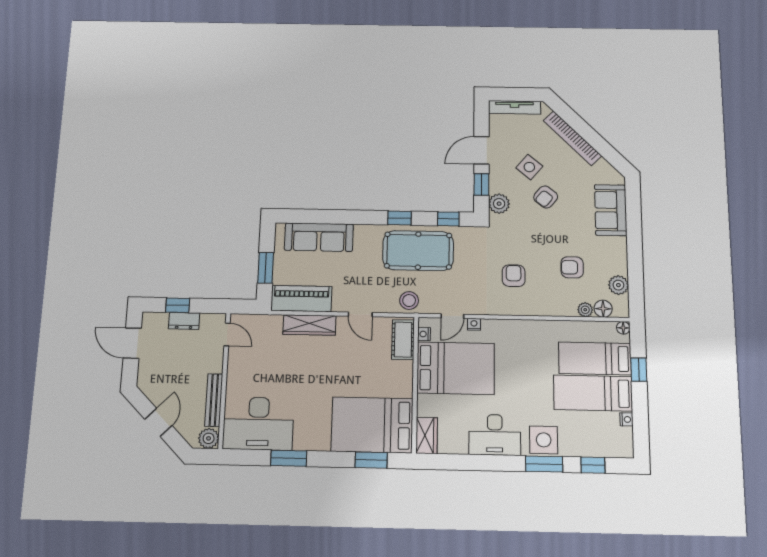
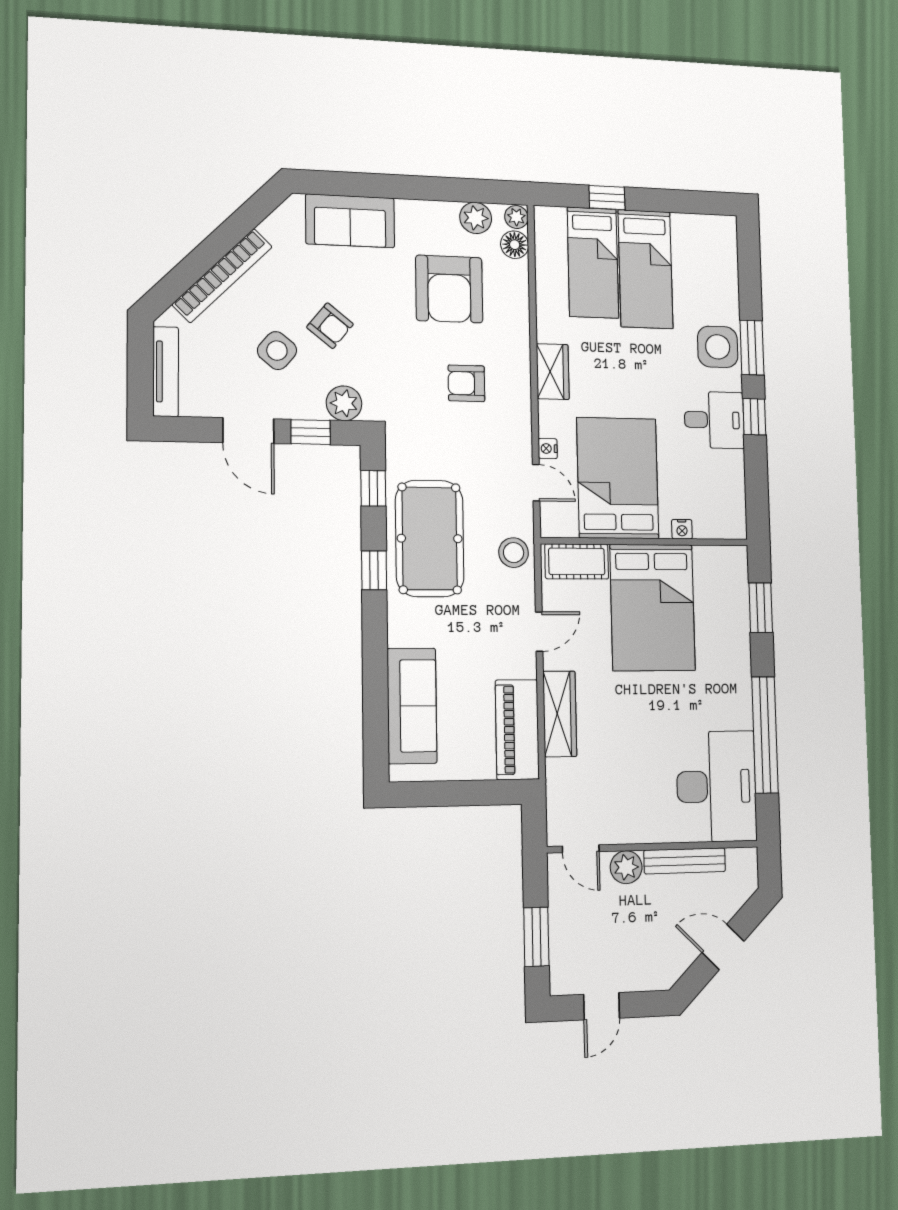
armchair: (572, 267) -> (449, 289), width x1.88, depth x1.88
window: (266, 268) -> (468, 793), removed
window: (178, 305) -> (536, 937), width x1.50
plant: (585, 310) -> (516, 217), moved
dresser: (184, 321) -> (562, 923), removed
floor lamp: (623, 328) -> (544, 216), removed
door: (227, 334) -> (581, 849), swing flipped
nightstand: (424, 334) -> (682, 529), moved
door: (132, 343) -> (602, 1006), width x0.73
nightstand: (626, 419) -> (682, 222), removed
bed: (372, 425) -> (653, 607), moved
wardrobe: (427, 435) -> (553, 372), moved, turned 90
desk: (495, 435) -> (714, 420), width x0.73
plant: (209, 438) -> (626, 867), moved
window: (289, 458) -> (765, 735), width x2.11
window: (593, 465) -> (754, 417), moved

